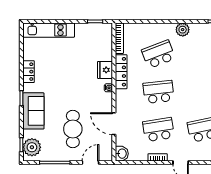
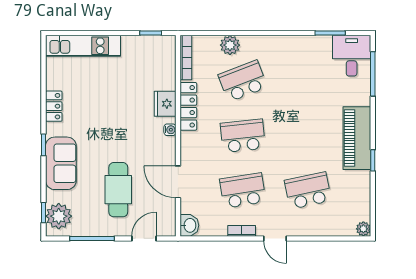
plant: (183, 30) -> (230, 45), moved

